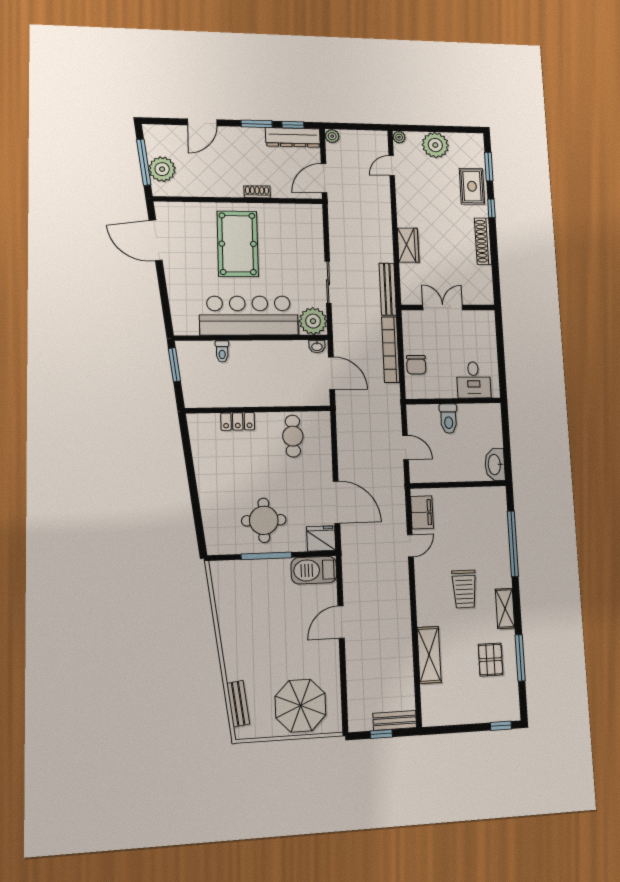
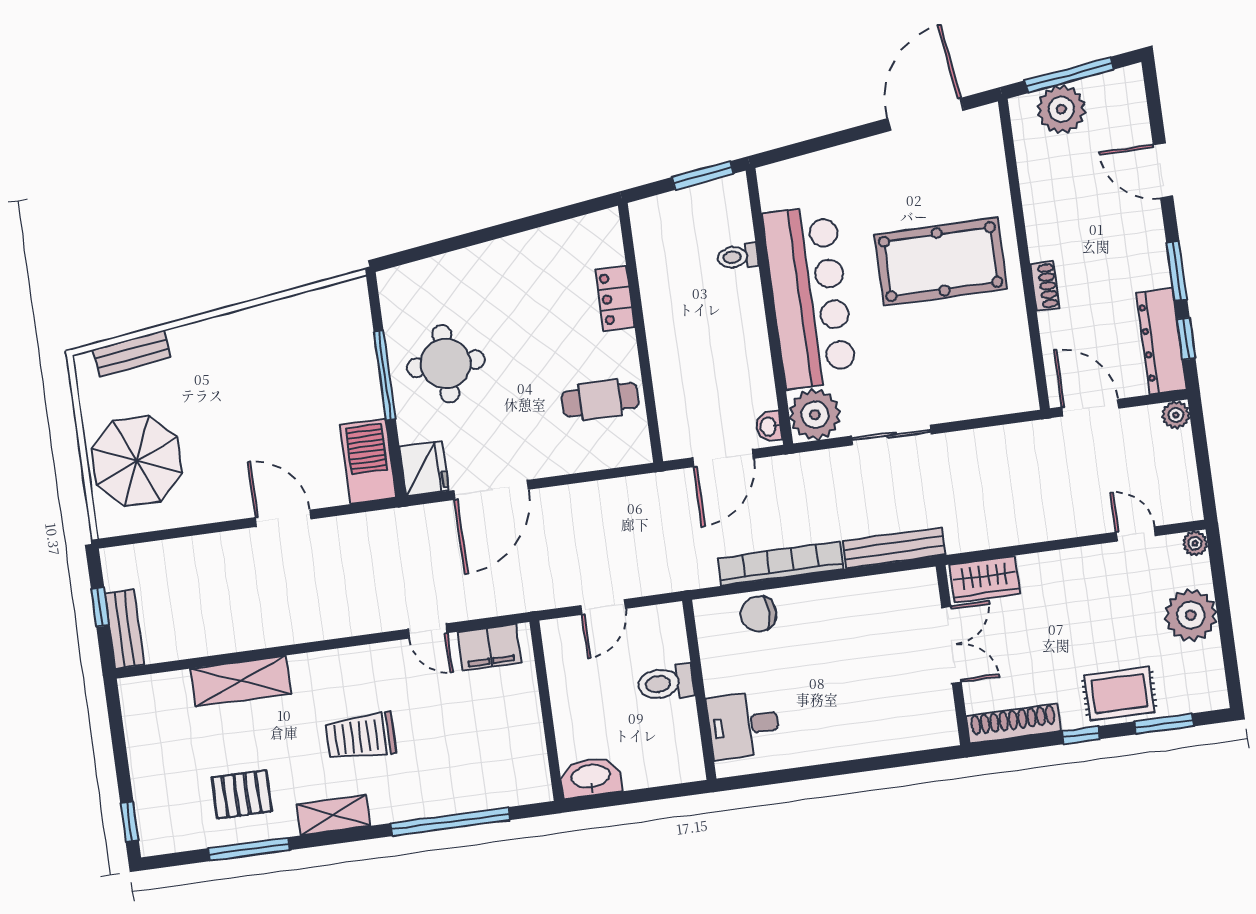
double door: (443, 308) -> (951, 645), moved
wall: (448, 308) -> (953, 655), moved

